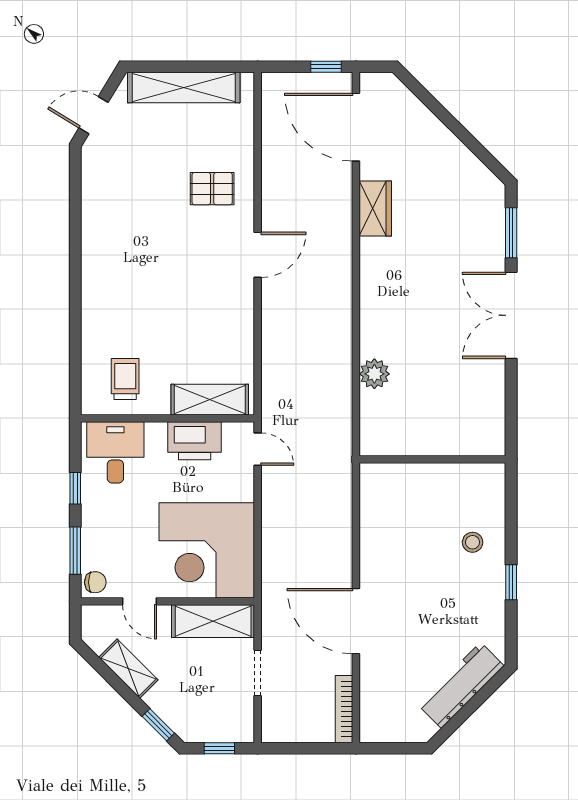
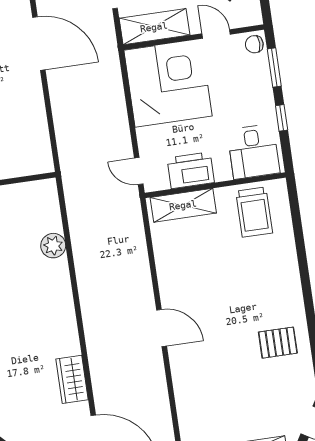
pallet: (212, 189) -> (278, 343), moved
door: (258, 255) -> (162, 328), swing flipped
trolley: (125, 379) -> (254, 212), width x1.36, depth x1.39

